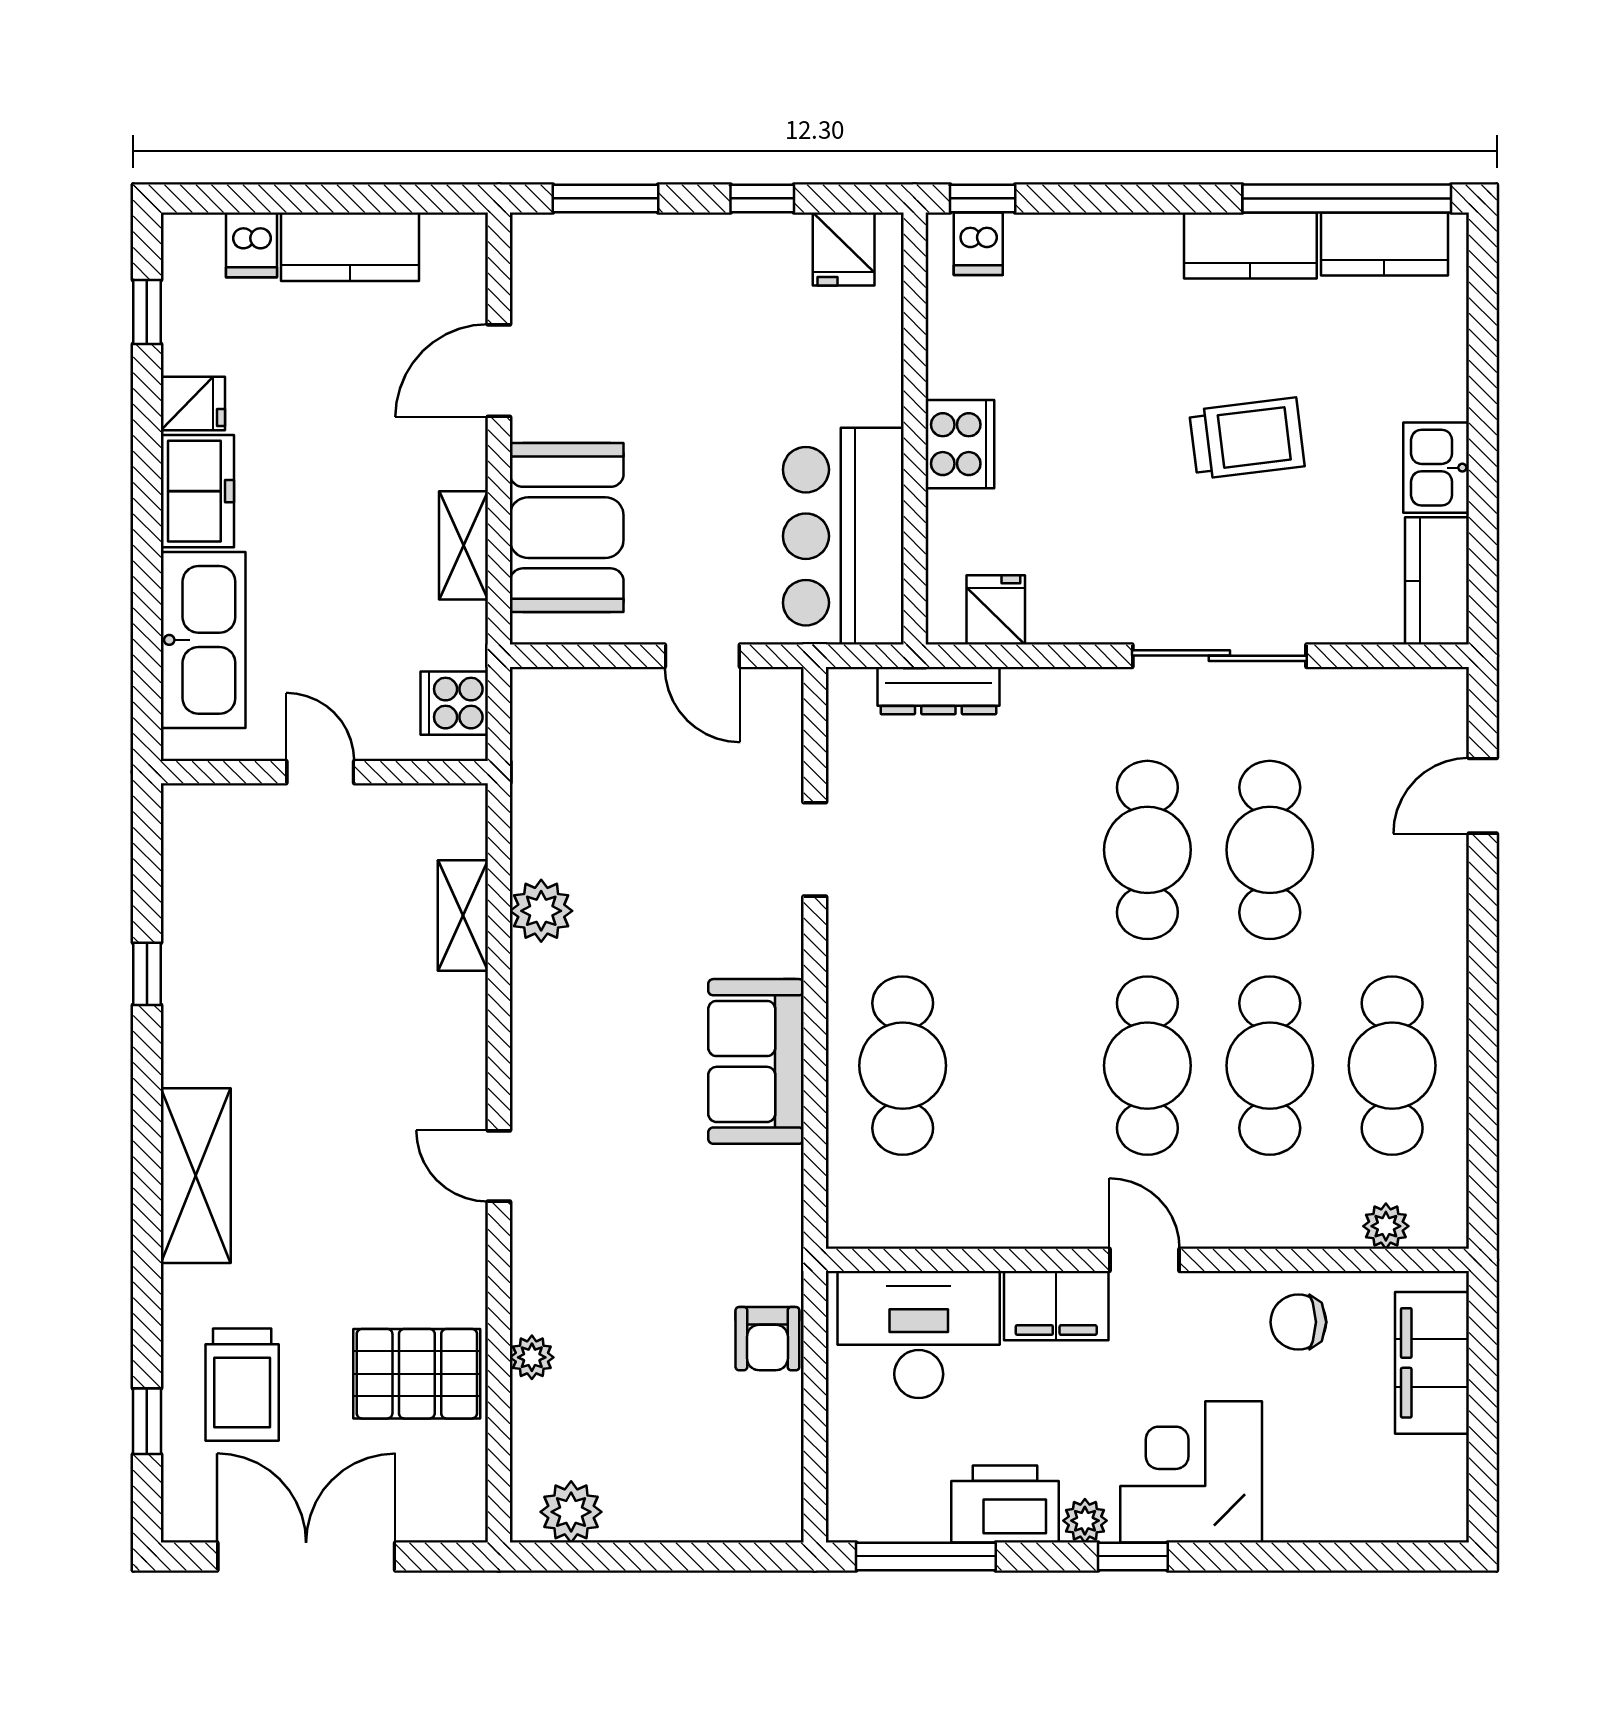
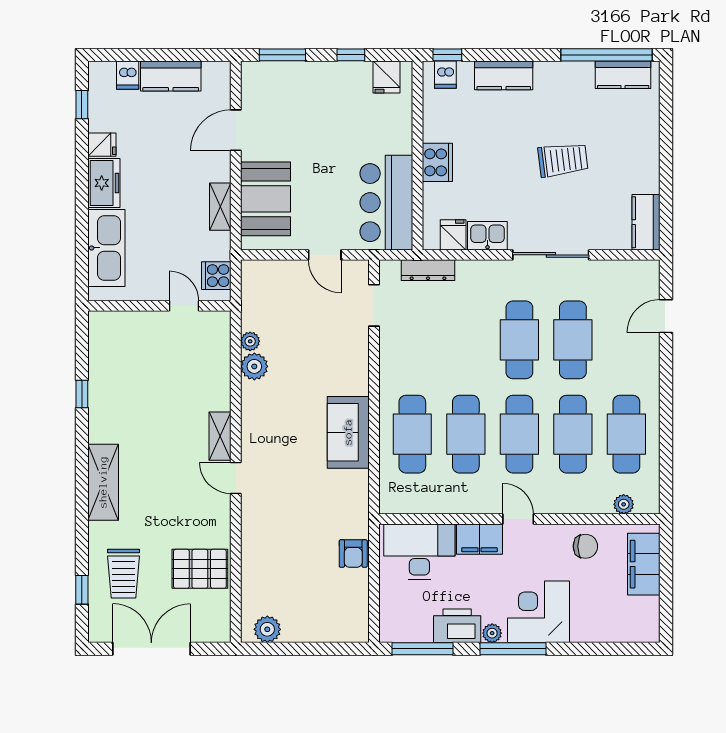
kitchen counter: (1250, 245) -> (504, 75), moved
kitchen sink: (1436, 468) -> (487, 236), moved, turned 90
door: (320, 772) -> (184, 306), moved
doorway: (815, 849) -> (374, 305), moved
shelving: (463, 916) -> (220, 436), moved
cafe table: (1025, 1066) -> (466, 434), added
chair: (1298, 1322) -> (585, 546), turned 180
plant: (532, 1357) -> (250, 341), moved
window: (1133, 1556) -> (513, 649), width x2.17

